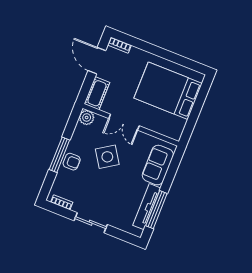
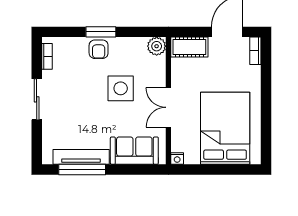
double door: (124, 122) -> (168, 107), moved
nightstand: (176, 136) -> (177, 159), added
window: (59, 155) -> (101, 32), width x0.69
side table: (107, 157) -> (121, 88), turned 33

